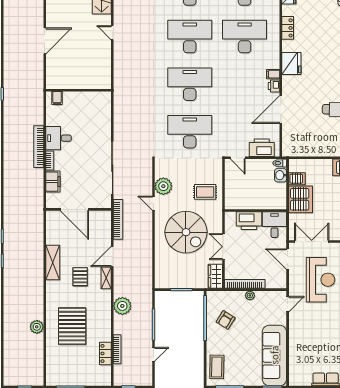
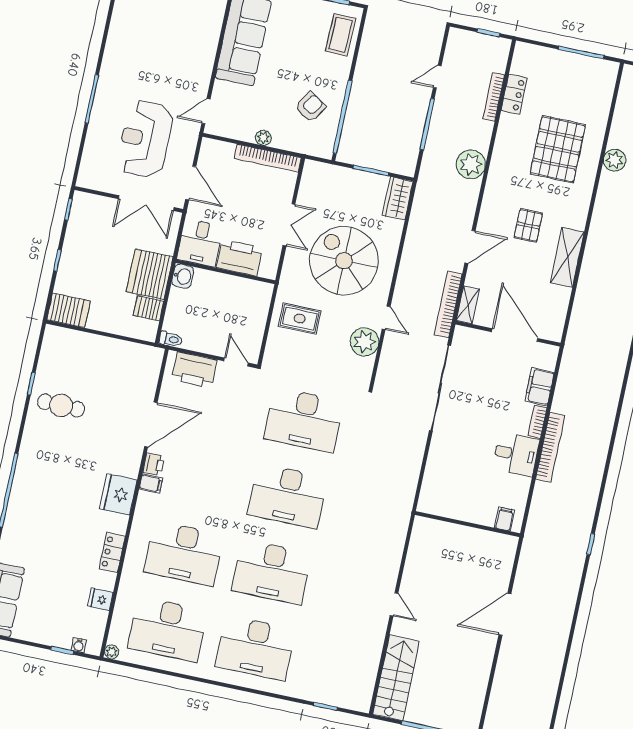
washbasin: (281, 175) -> (183, 276), moved
wardrobe: (215, 276) -> (398, 198), moved, turned 180
shelving: (106, 278) -> (468, 305), moved

